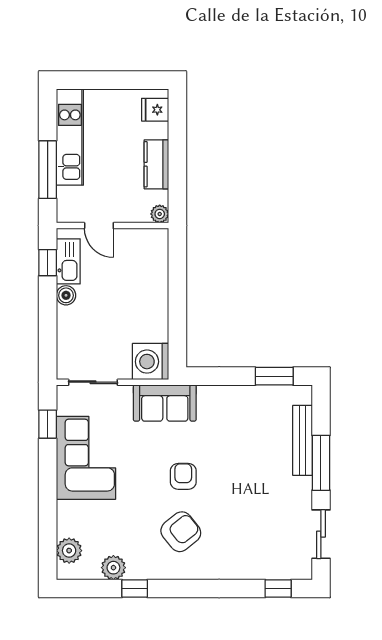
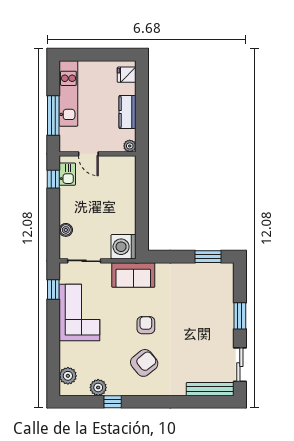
kitchen sink: (68, 261) -> (67, 174), width x0.73
boiler: (66, 295) -> (66, 230), moved
bench: (302, 440) -> (210, 389), moved, turned 90
window: (321, 463) -> (240, 316), width x0.69
window: (278, 589) -> (211, 402), removed

